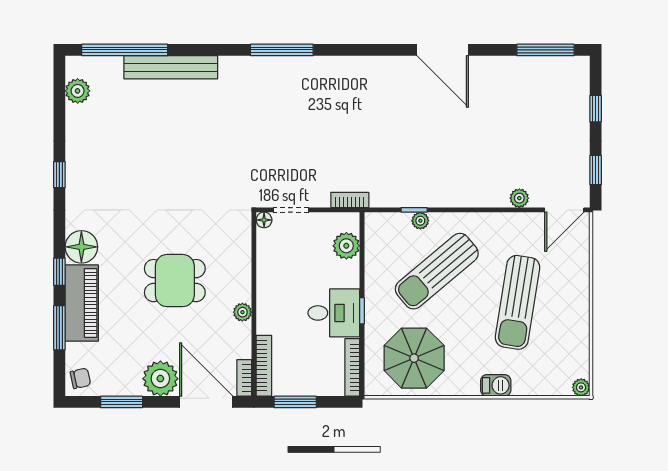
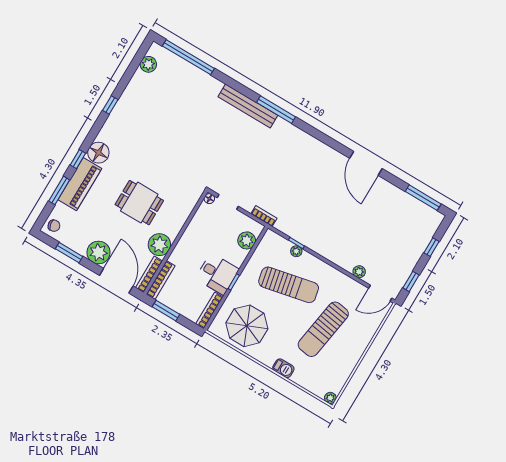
bench: (171, 67) -> (248, 106), moved
sun lounger: (437, 271) -> (289, 285), turned -152
plant: (242, 312) -> (159, 245), width x1.88, depth x1.88
bookcase: (244, 378) -> (149, 274), width x1.56

